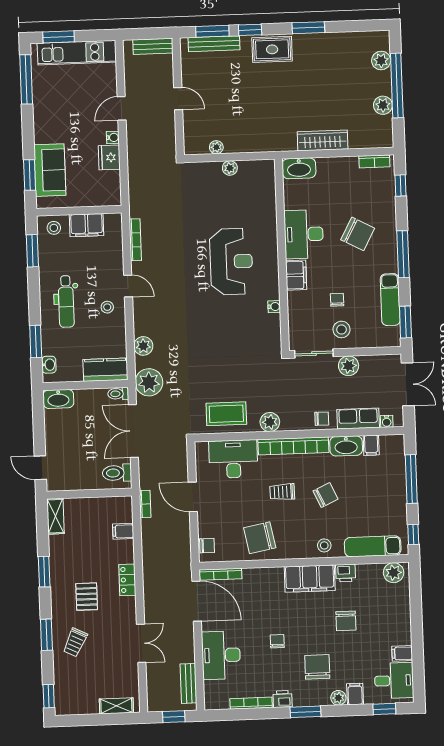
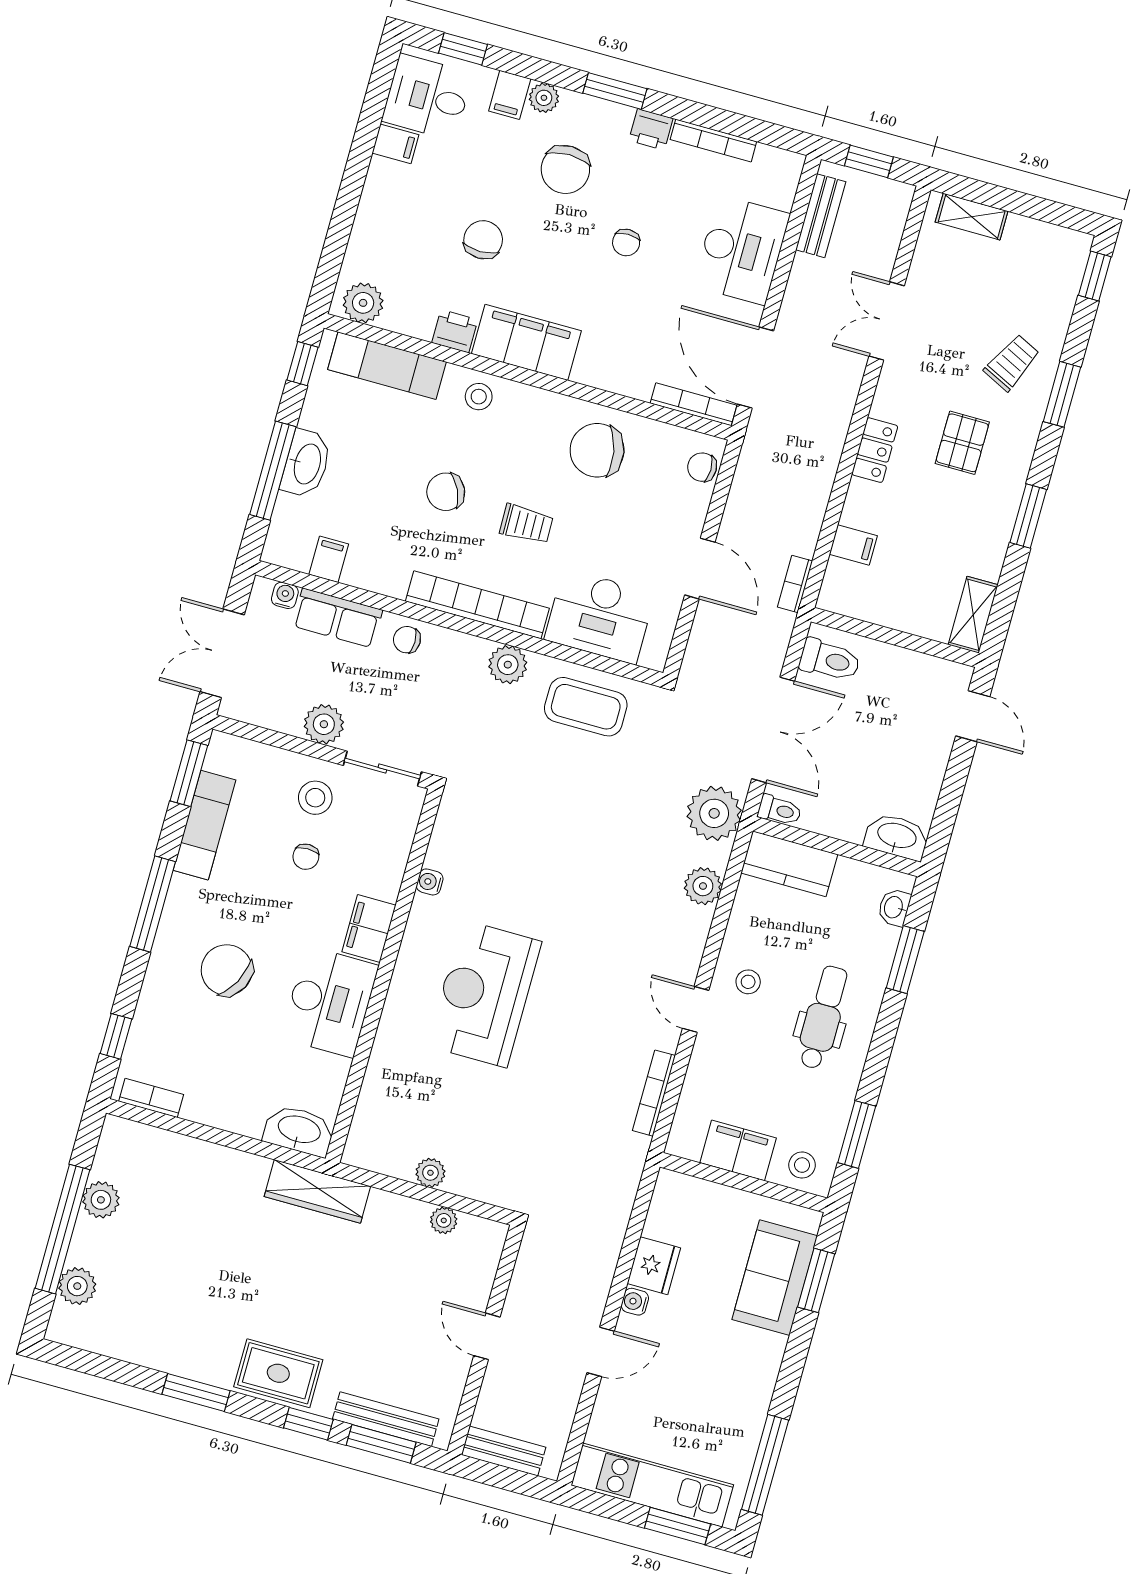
wardrobe: (323, 140) -> (317, 1191), moved
washbasin: (346, 446) -> (306, 464), moved, turned 90
chair: (260, 538) -> (597, 450), turned 180

